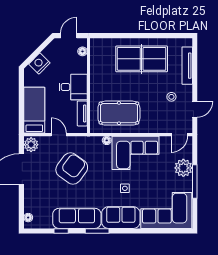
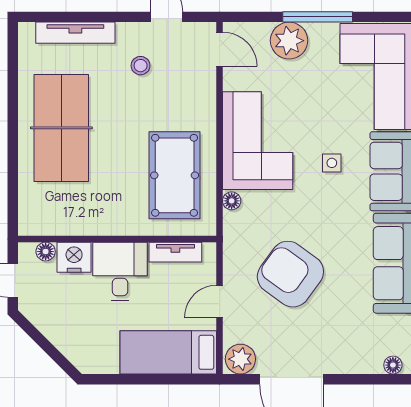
nightstand: (39, 63) -> (74, 257), moved, turned 135

